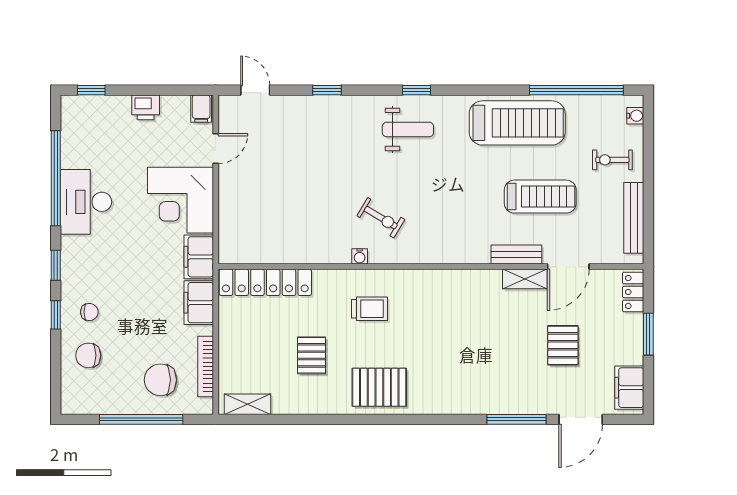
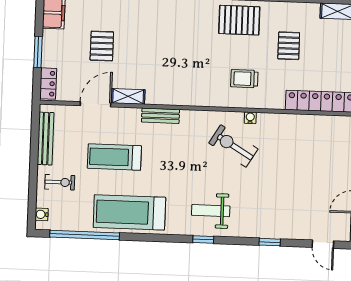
exercise bike: (381, 218) -> (233, 146), width x1.38, depth x1.39
bench: (516, 255) -> (161, 116), moved

